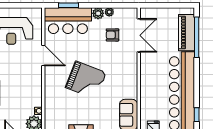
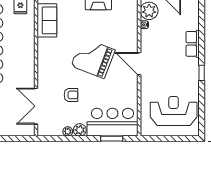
armchair: (112, 35) -> (71, 95), moved
door: (43, 56) -> (139, 64), moved

